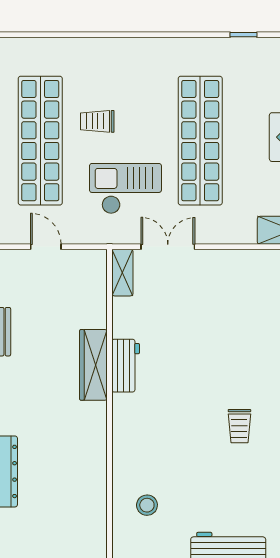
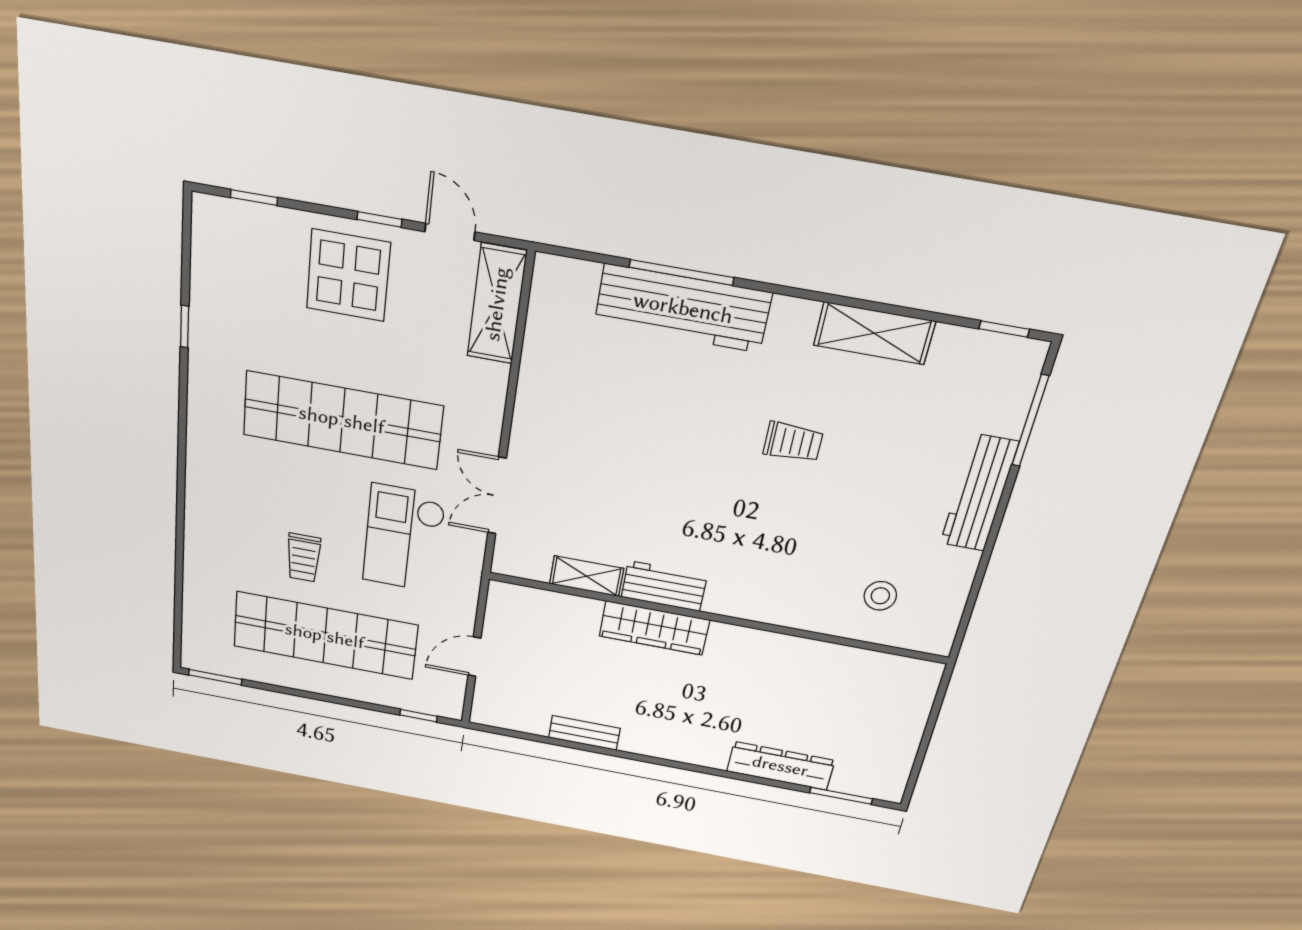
shelving: (122, 273) -> (587, 576), moved

